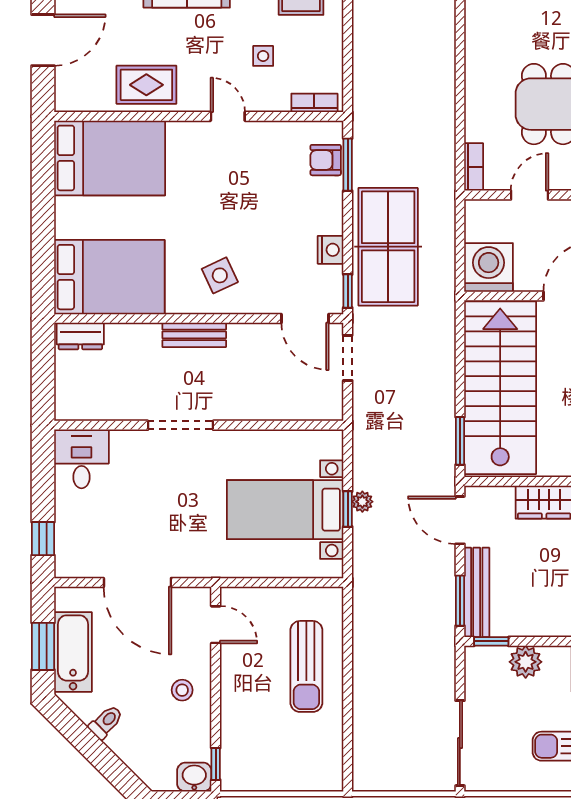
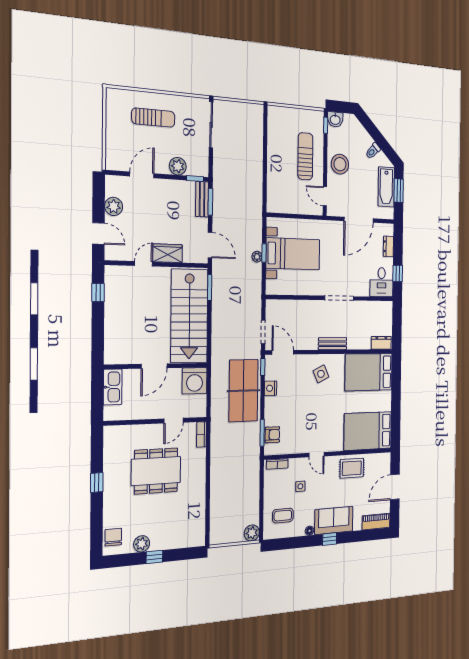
dresser: (66, 532) -> (388, 246), added
window: (43, 539) -> (398, 273), moved
door: (137, 582) -> (359, 220), swing flipped
bench: (477, 592) -> (202, 199), width x0.73
sun lounger: (306, 666) -> (305, 156), moved
stool: (182, 690) -> (340, 164), width x1.89, depth x1.89

